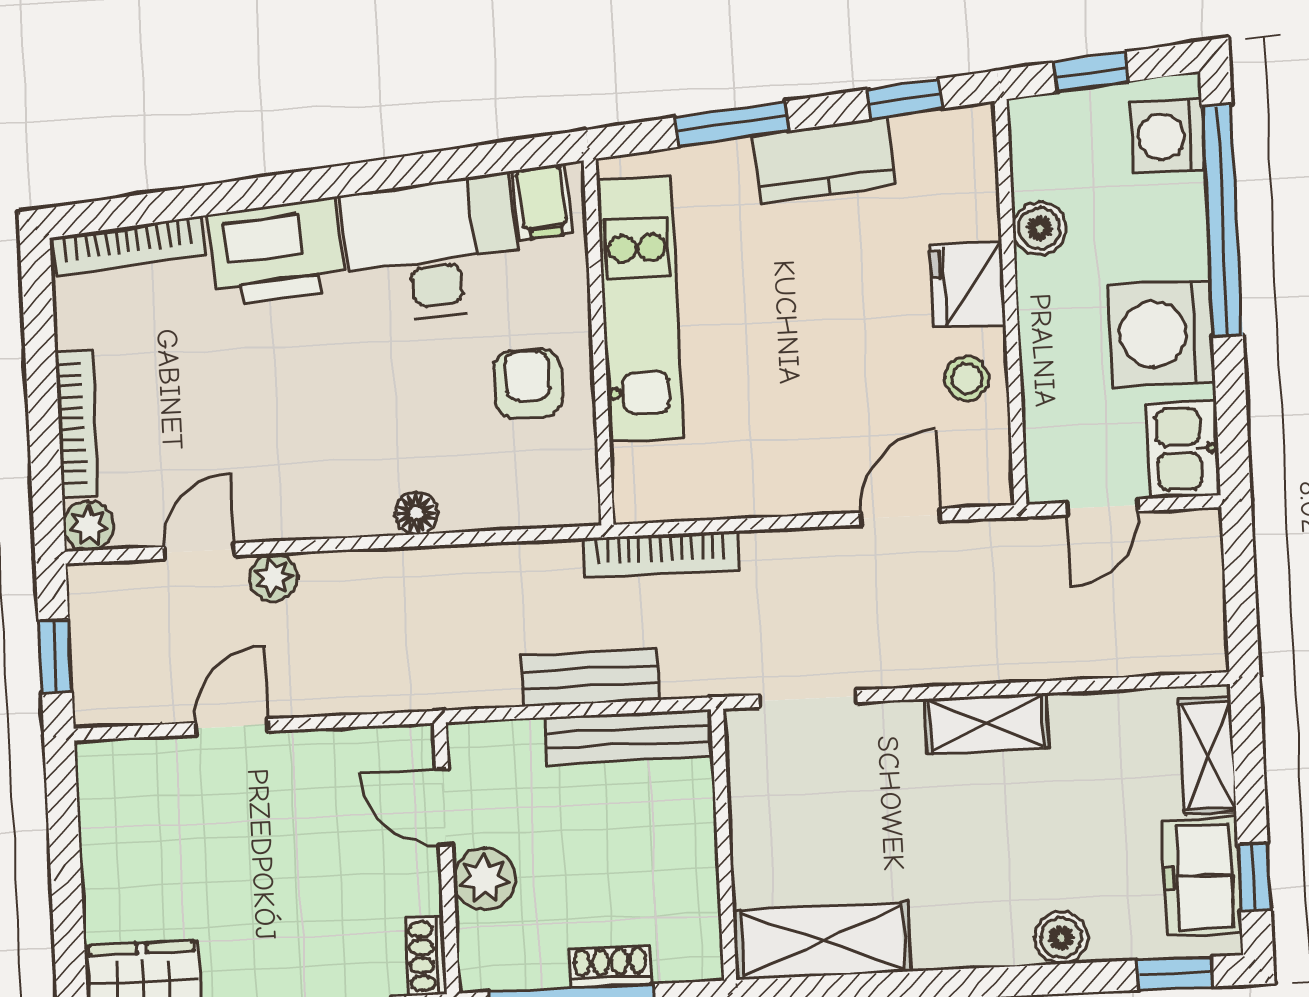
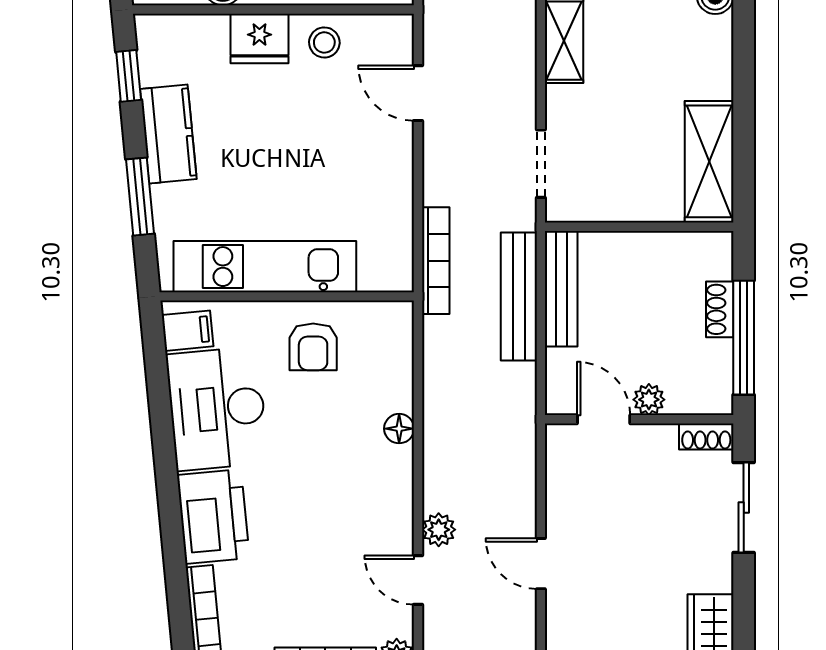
armchair: (528, 384) -> (313, 347), turned -90
bench: (590, 678) -> (519, 296), width x1.36
door: (444, 807) -> (604, 419), swing flipped
plant: (484, 879) -> (649, 400), width x0.73, depth x0.73

